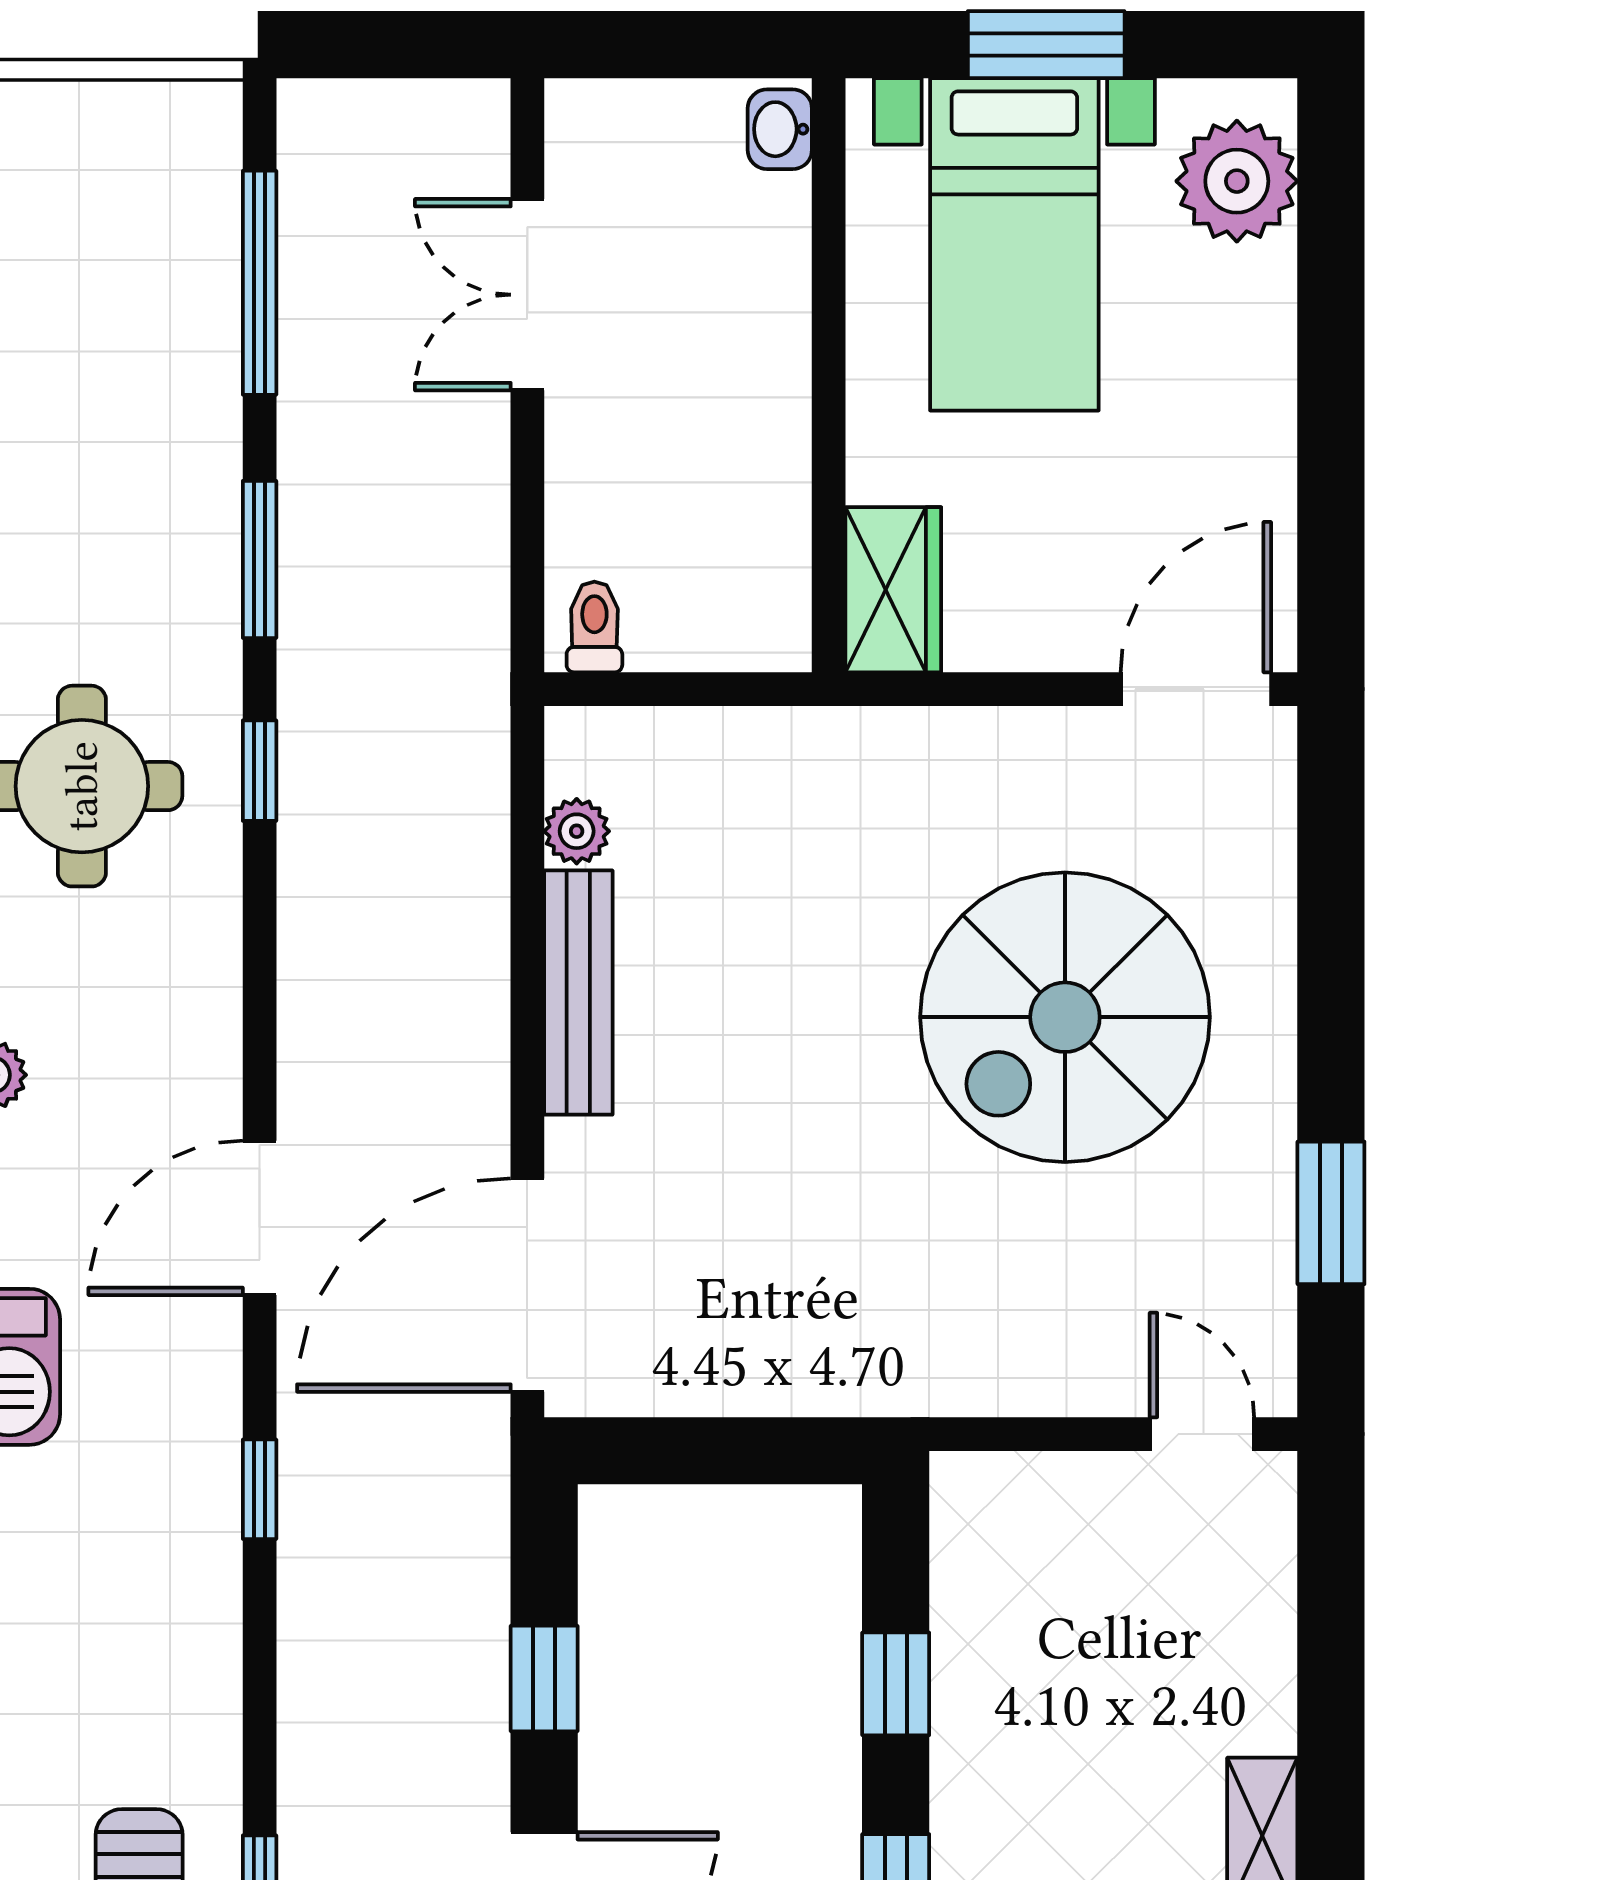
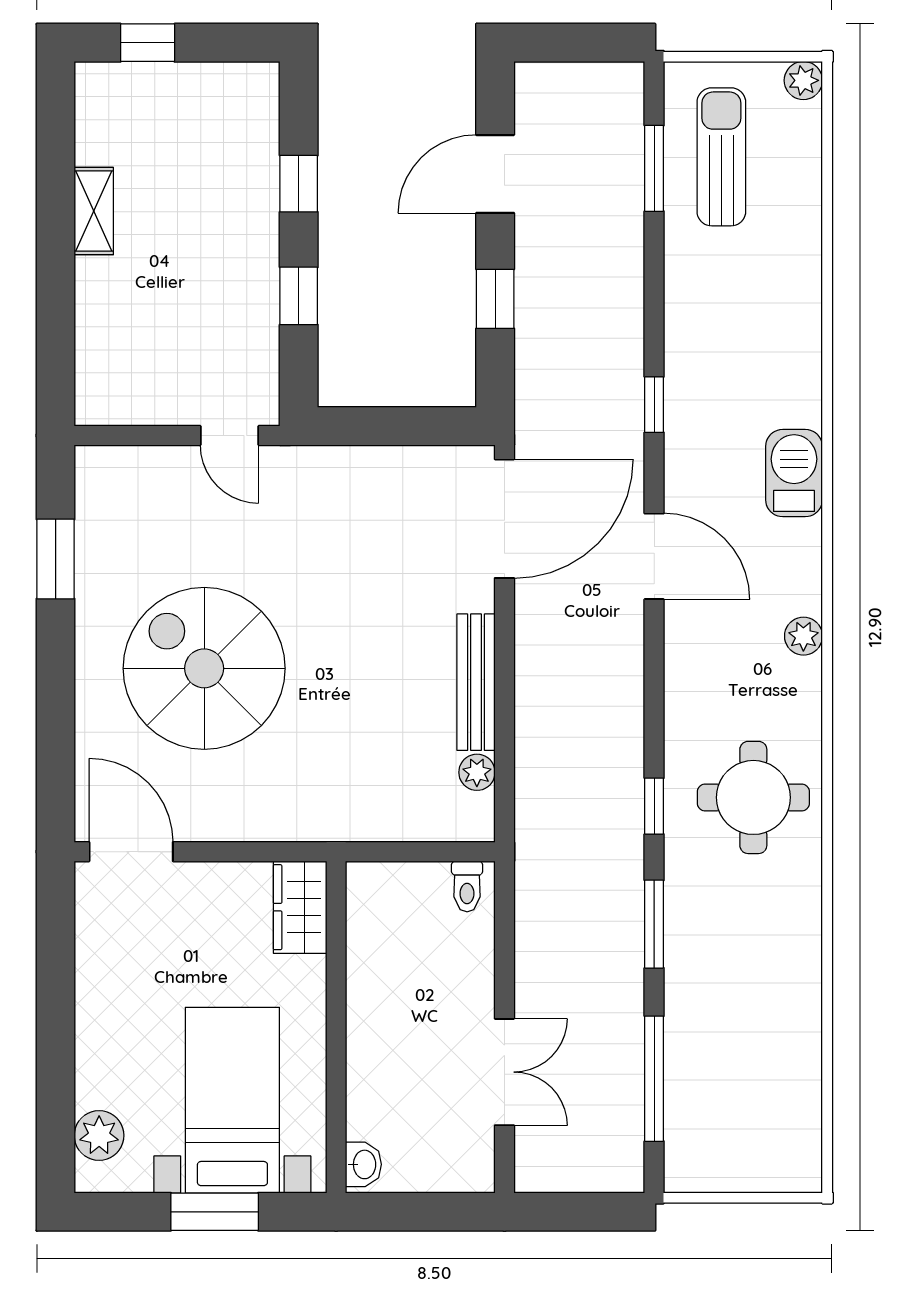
plant: (1237, 181) -> (99, 1135), width x0.73, depth x0.73
door: (1196, 689) -> (131, 852), swing flipped
spiral stairs: (1065, 1017) -> (204, 668), turned -90
door: (260, 1218) -> (654, 556), hinge flipped
door: (1202, 1434) -> (229, 435), moved

